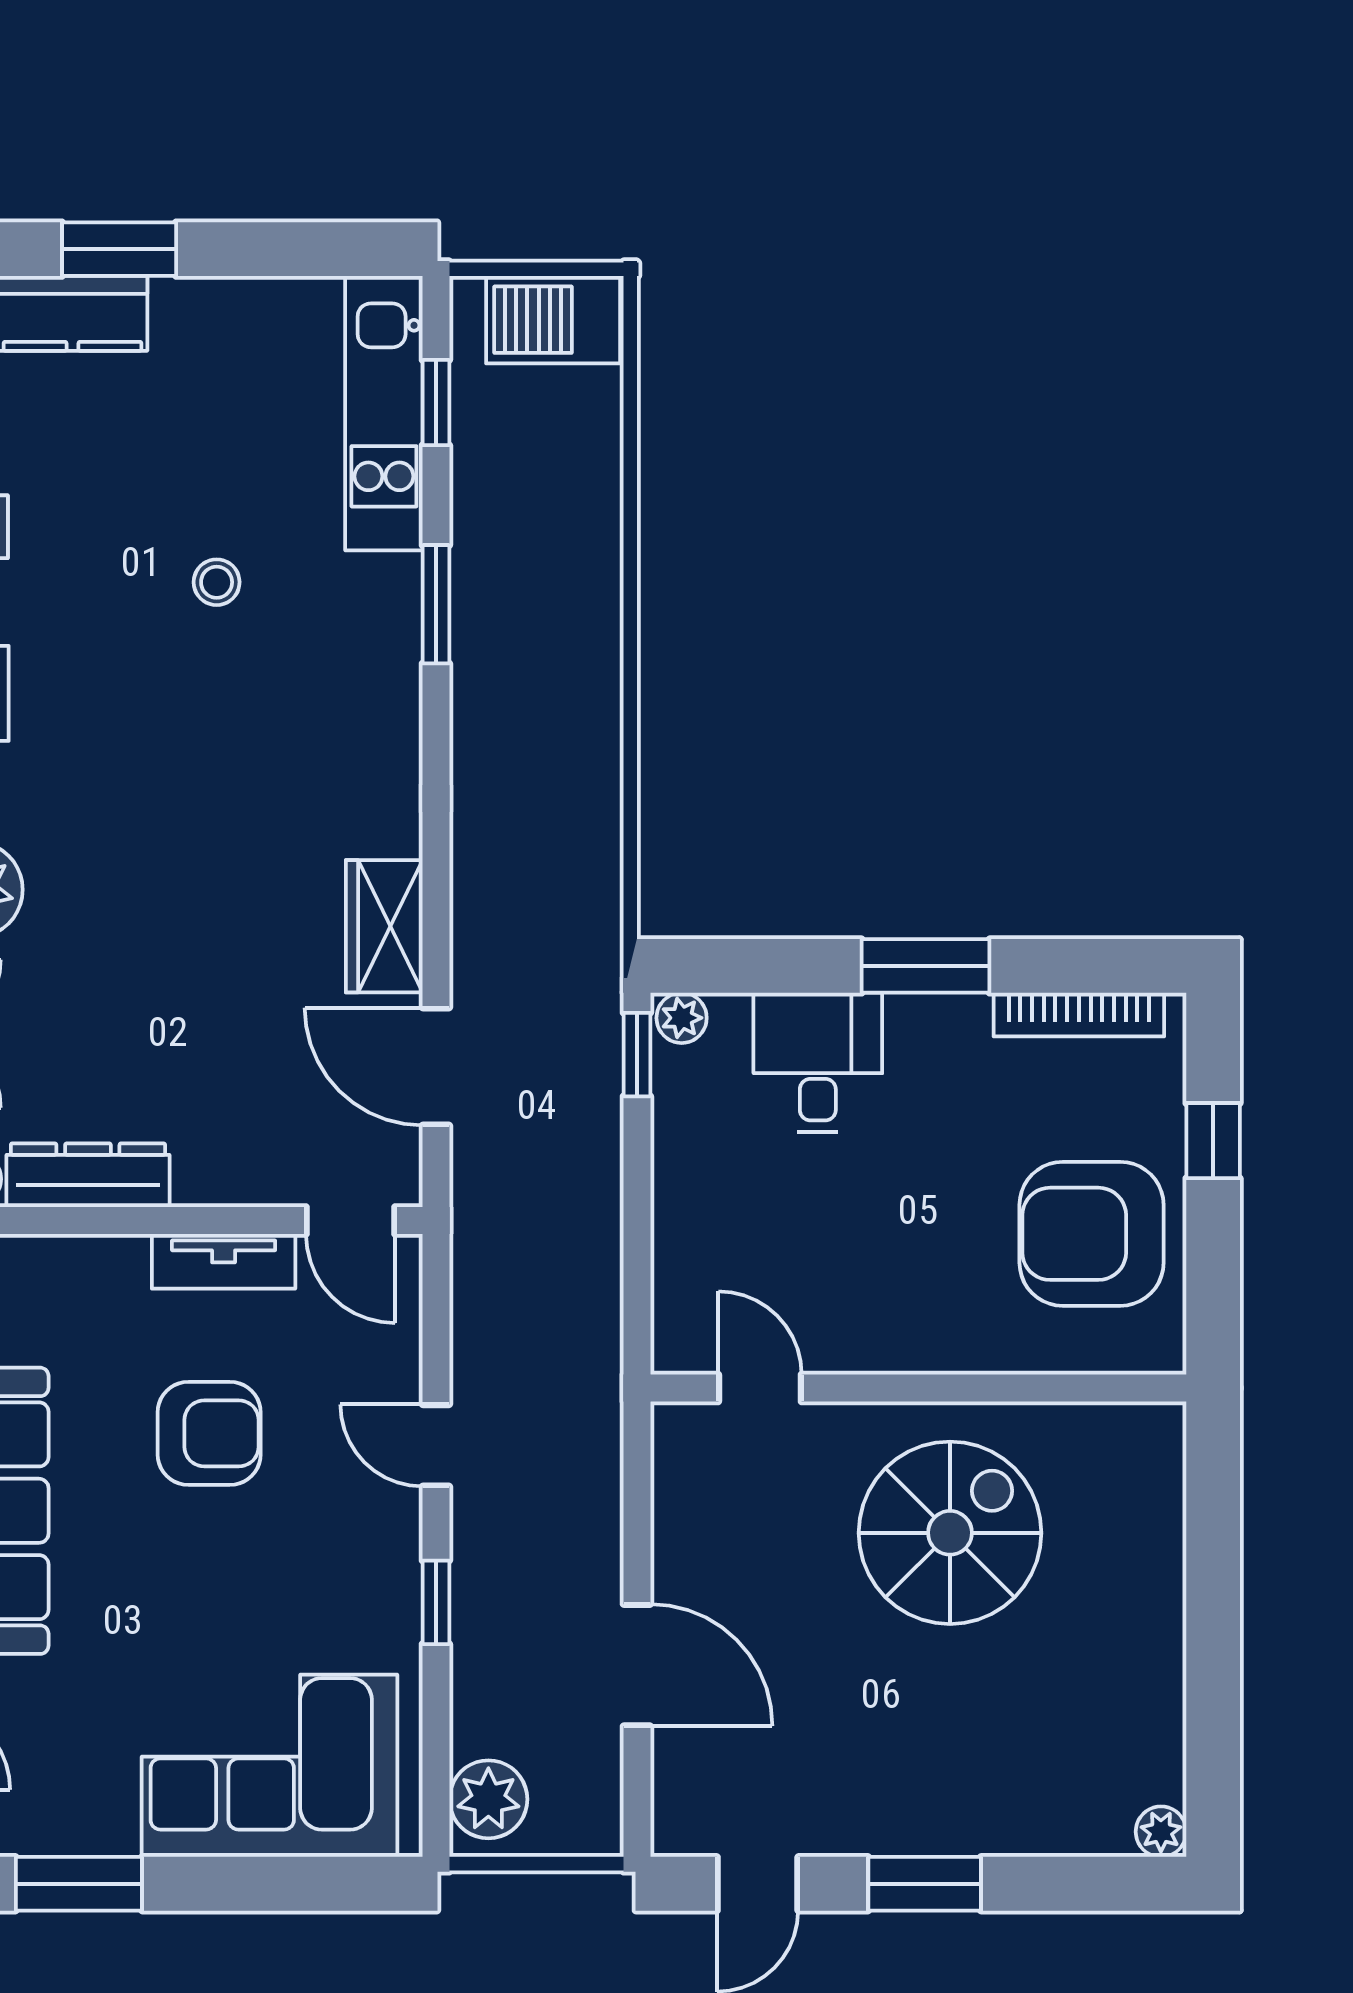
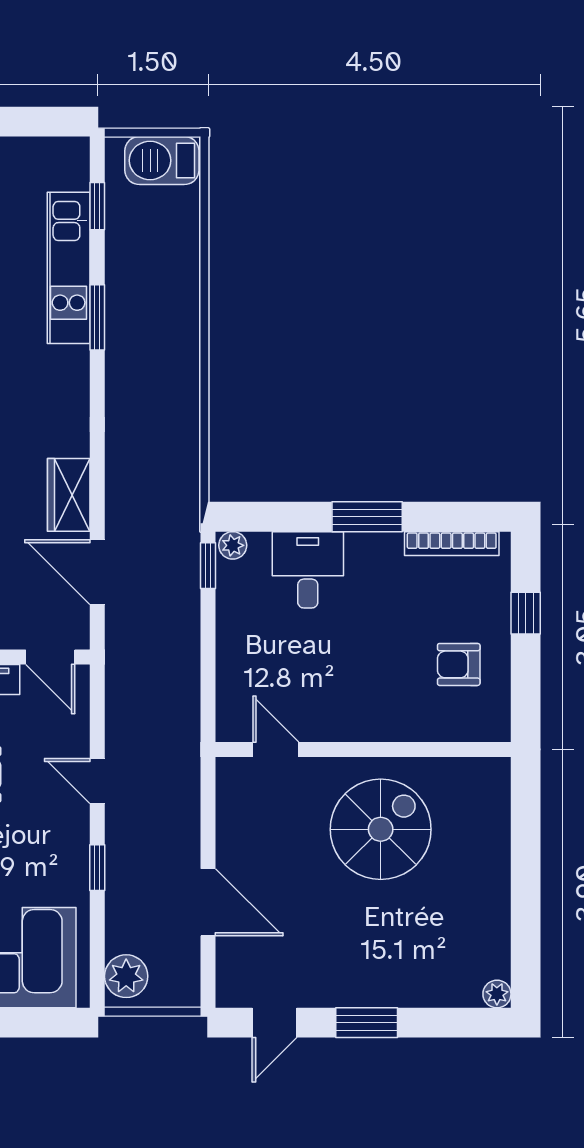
kitchen unit: (384, 413) -> (69, 268), moved
armchair: (1092, 1234) -> (459, 664), width x0.53, depth x0.53

